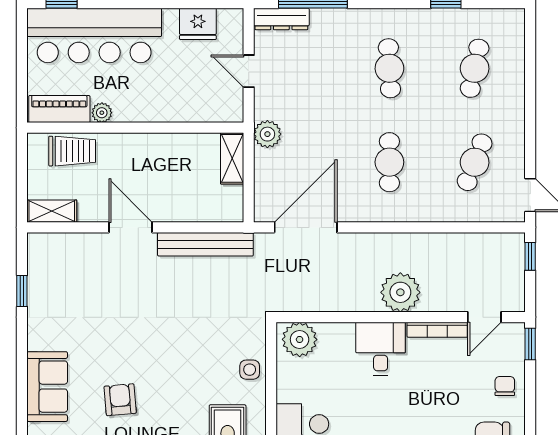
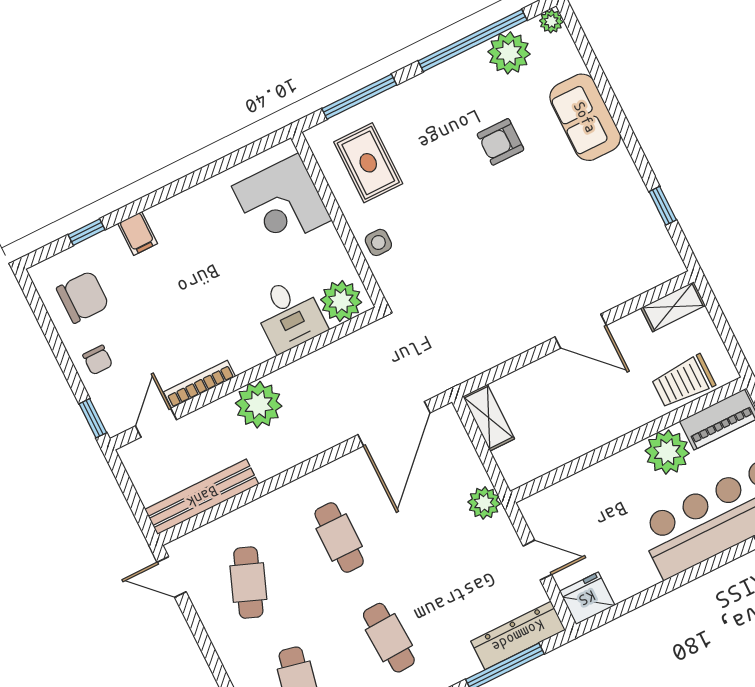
dresser: (281, 19) -> (518, 636), width x1.37, depth x1.24
fridge: (198, 24) -> (587, 598), moved
plant: (102, 113) -> (667, 452), width x1.88, depth x1.88
shelving: (232, 158) -> (489, 418), moved
bench: (205, 244) -> (202, 497), moved
window: (530, 256) -> (139, 512), removed
desk: (381, 349) -> (289, 315), moved
armchair: (120, 400) -> (500, 142), turned 95

